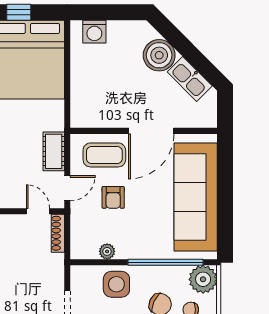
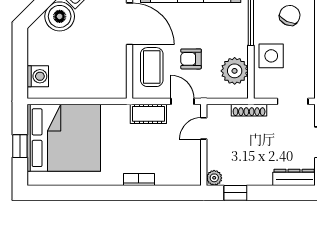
armchair: (113, 197) -> (191, 59), turned 180
shoe rack: (58, 233) -> (249, 110), moved
plant: (107, 251) -> (235, 71), width x1.87, depth x1.87

